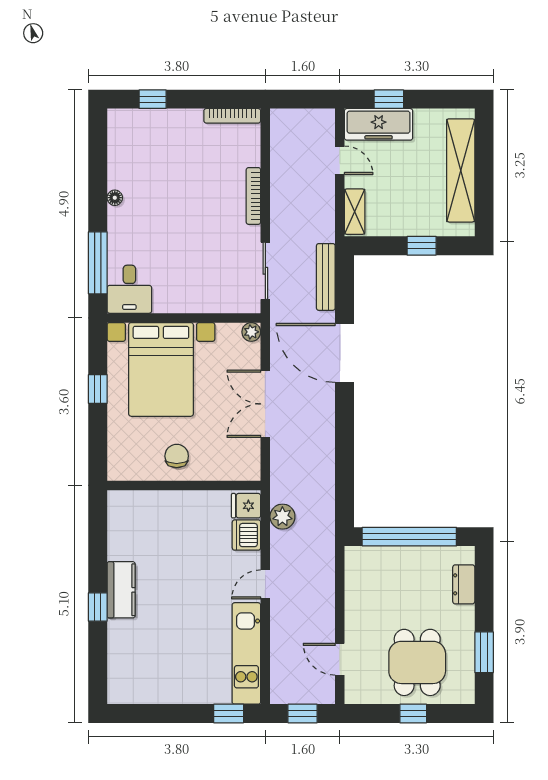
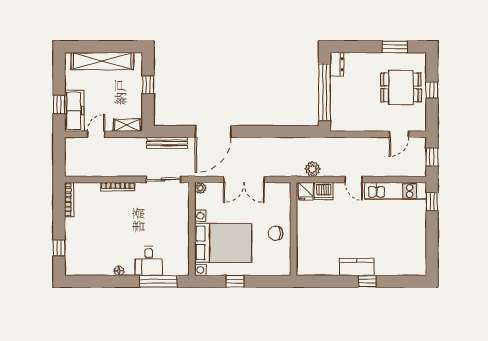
desk: (129, 289) -> (149, 261), moved, turned 90
dresser: (464, 584) -> (337, 64), moved, turned -90

